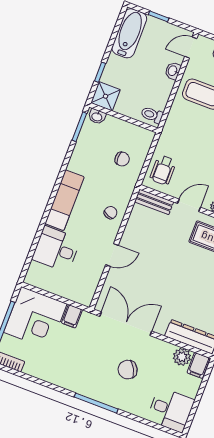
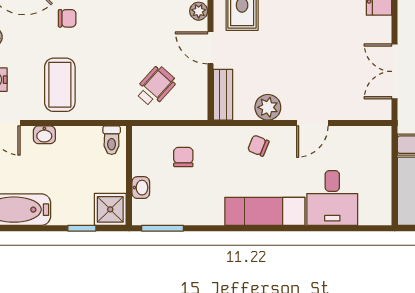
washbasin: (97, 117) -> (141, 188), moved
wheelchair: (163, 170) -> (156, 86), moved, turned -48
plant: (134, 229) -> (268, 107), added
door: (112, 255) -> (312, 123), swing flipped
double door: (126, 324) -> (395, 71), width x0.73

